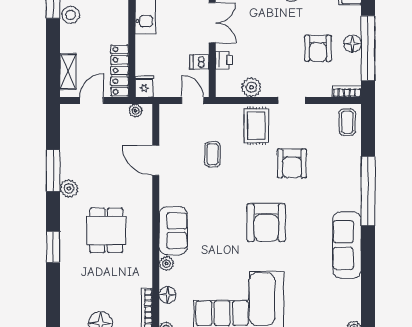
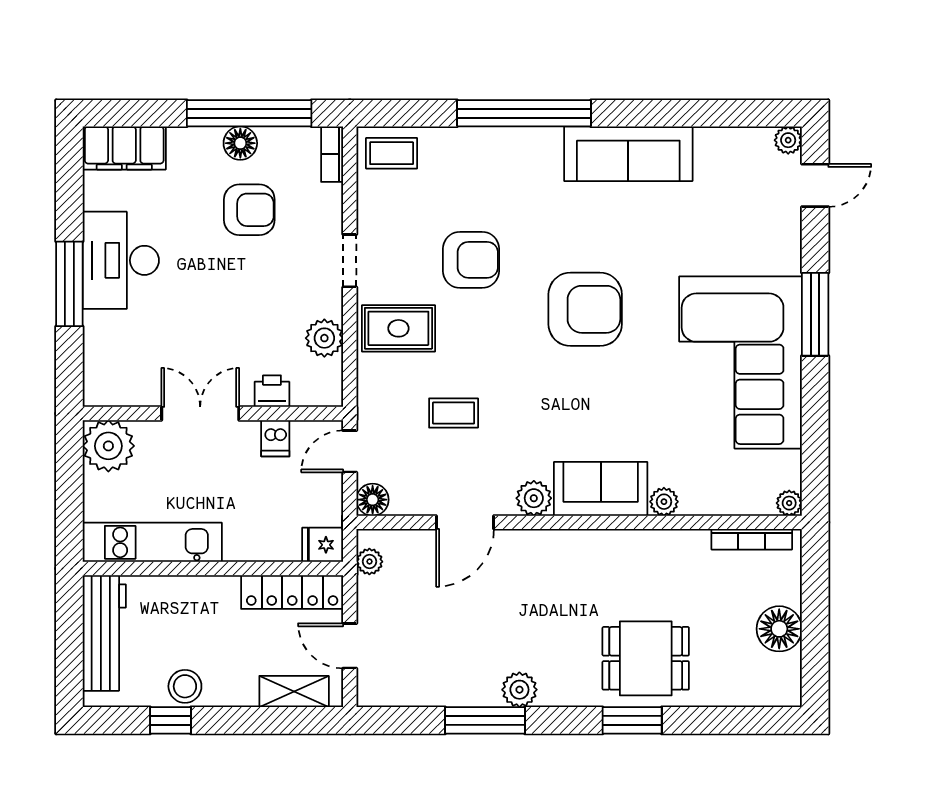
plant: (168, 196) -> (534, 498), added
dining table: (106, 230) -> (646, 658), moved
floor lamp: (167, 295) -> (373, 500), moved

